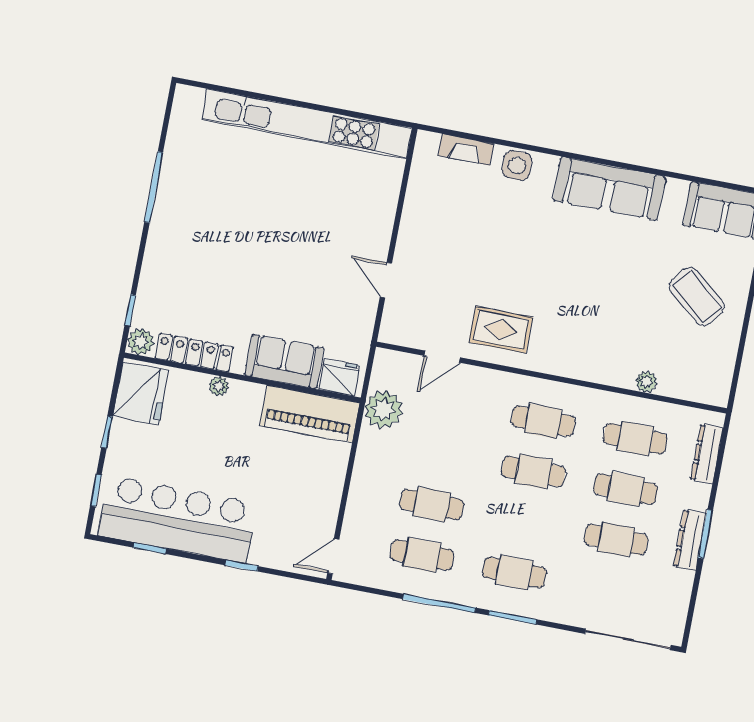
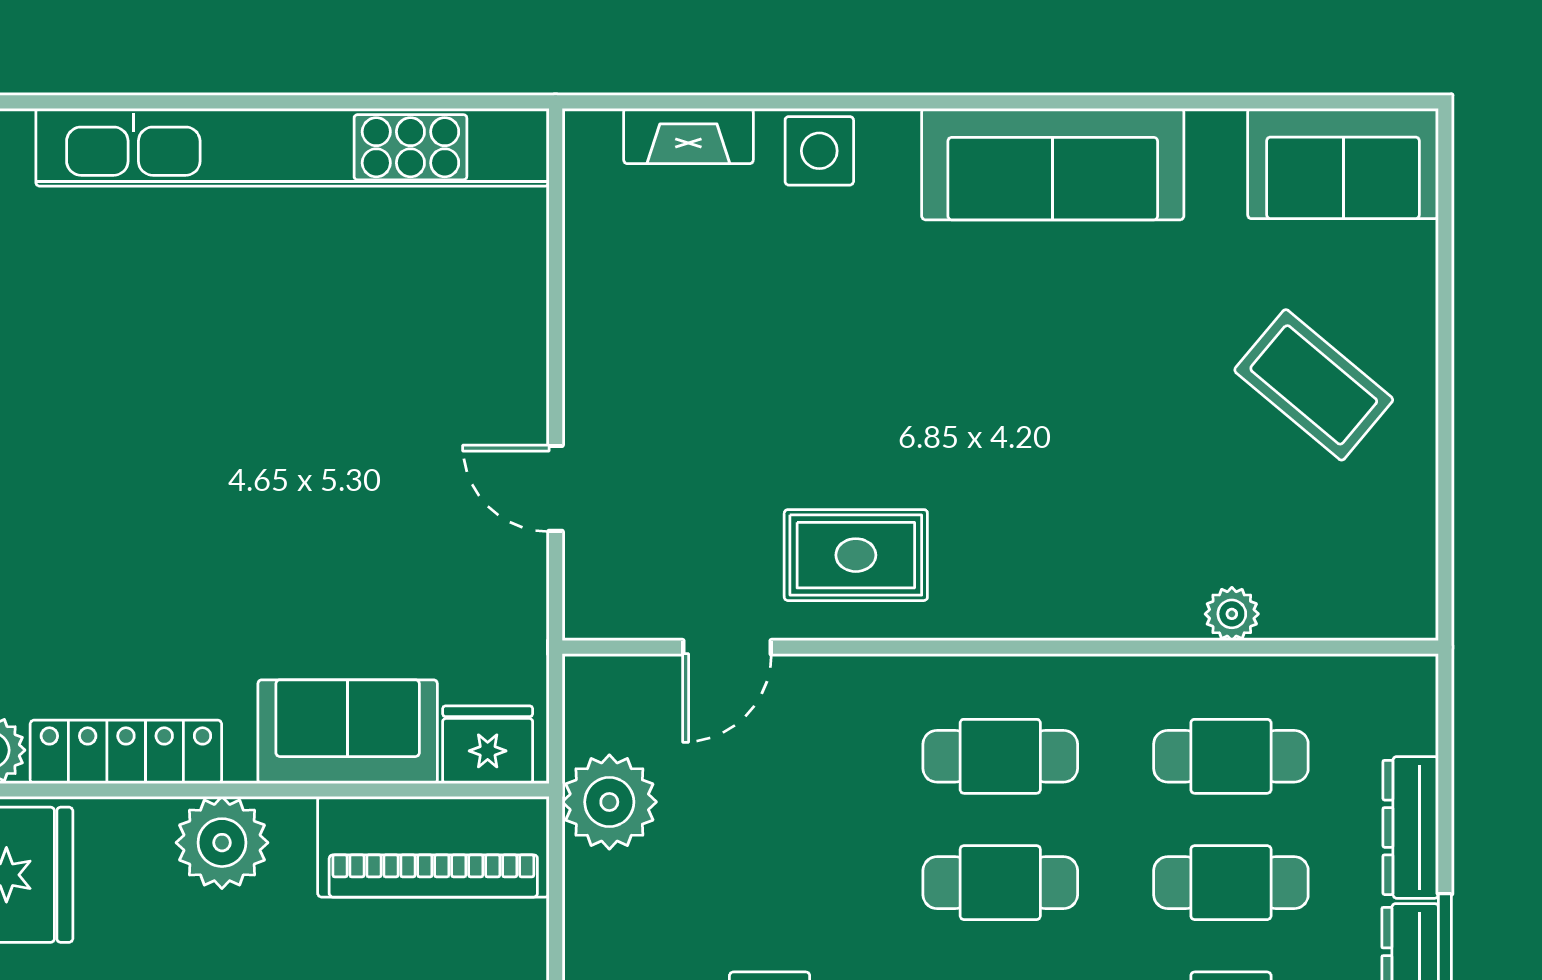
plant: (219, 386) -> (222, 843), width x1.88, depth x1.88
dresser: (707, 454) -> (1411, 827), moved

